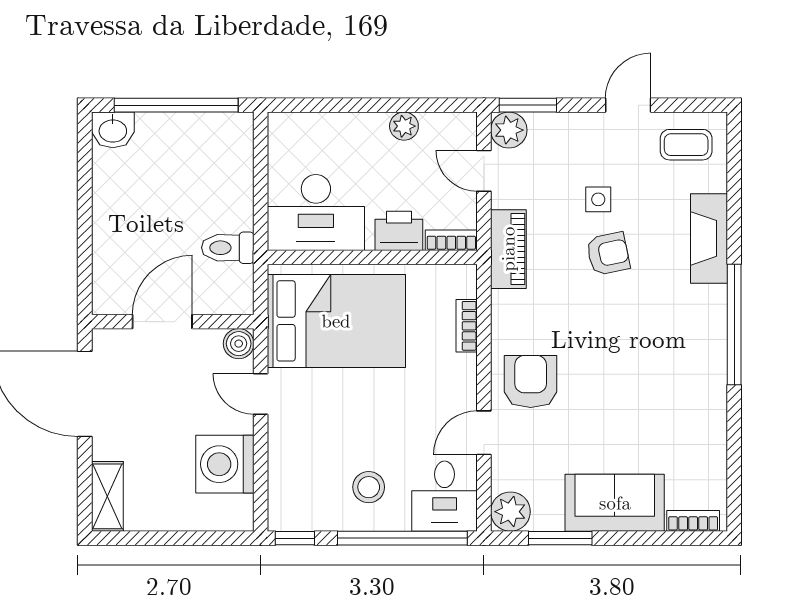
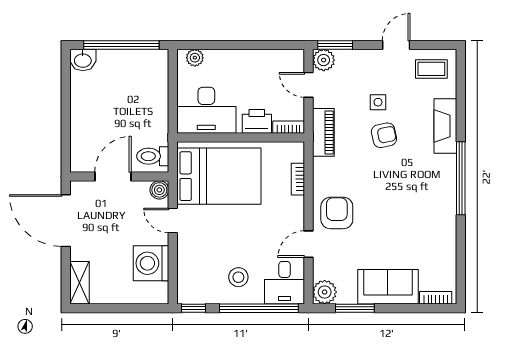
plant: (404, 126) -> (195, 58), moved
toilet: (228, 248) -> (153, 156), moved

